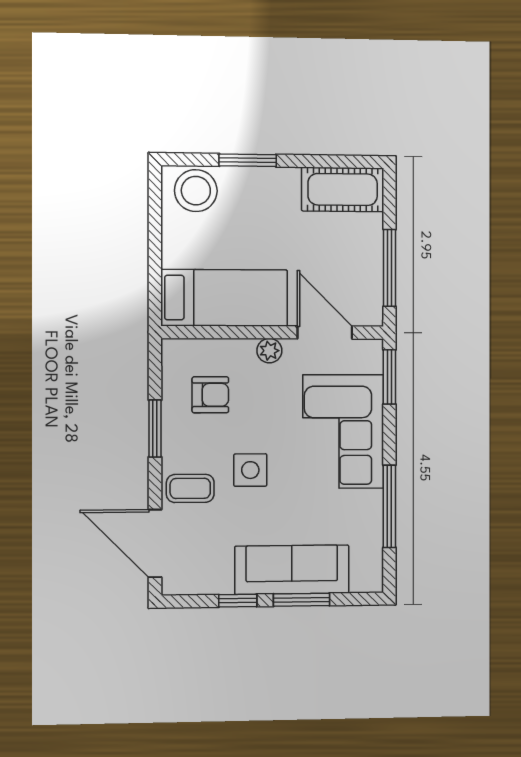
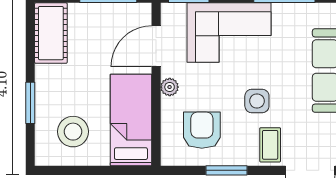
stool: (196, 191) -> (73, 132), moved
armchair: (210, 395) -> (202, 130), width x1.38, depth x1.38

